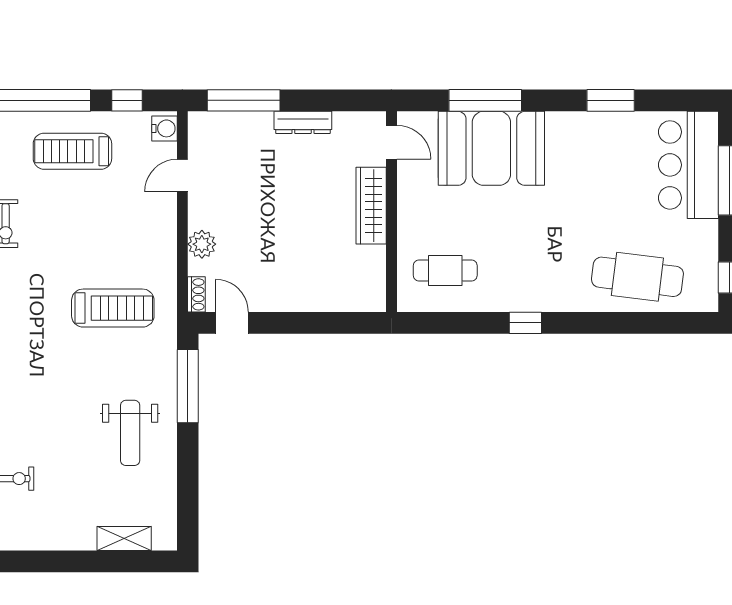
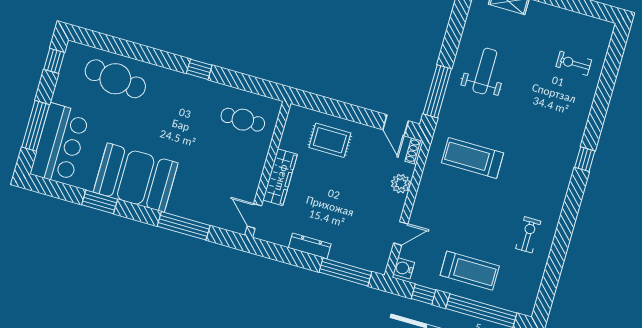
booth: (491, 148) -> (136, 178), moved
rug: (317, 276) -> (330, 140), added

